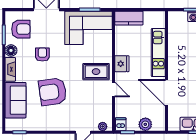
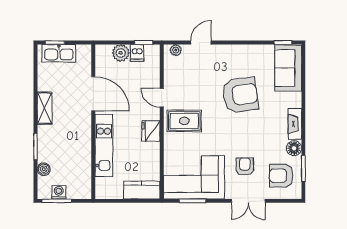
armchair: (42, 54) -> (245, 167), moved, turned 180
sofa: (15, 100) -> (288, 68), moved
dishwasher: (121, 124) -> (137, 53), moved

